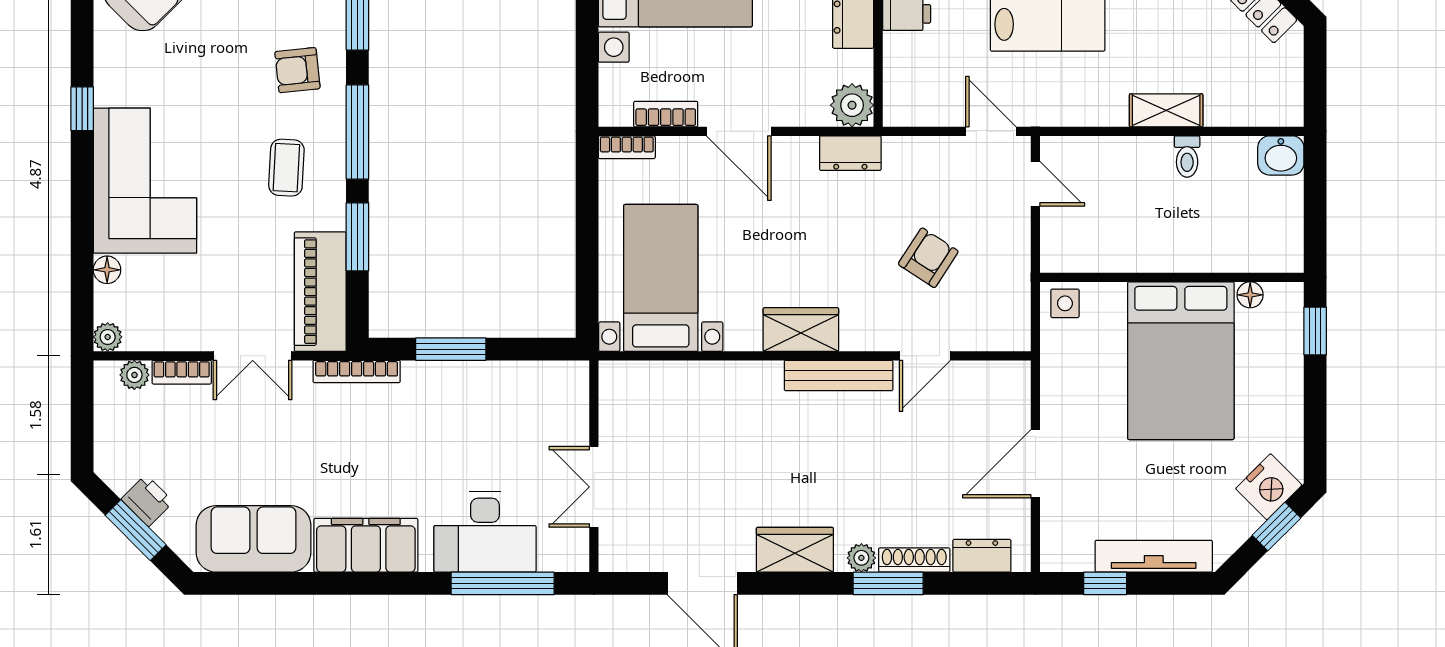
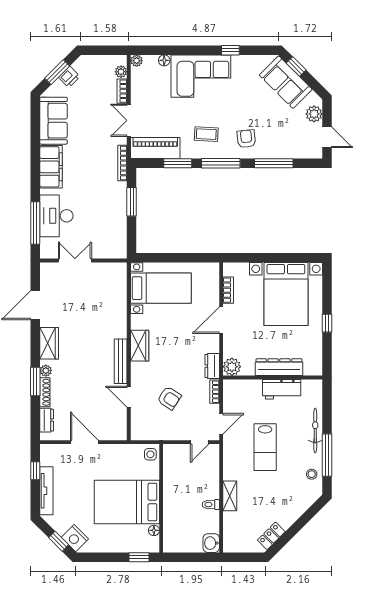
bookcase: (627, 147) -> (215, 392), moved

